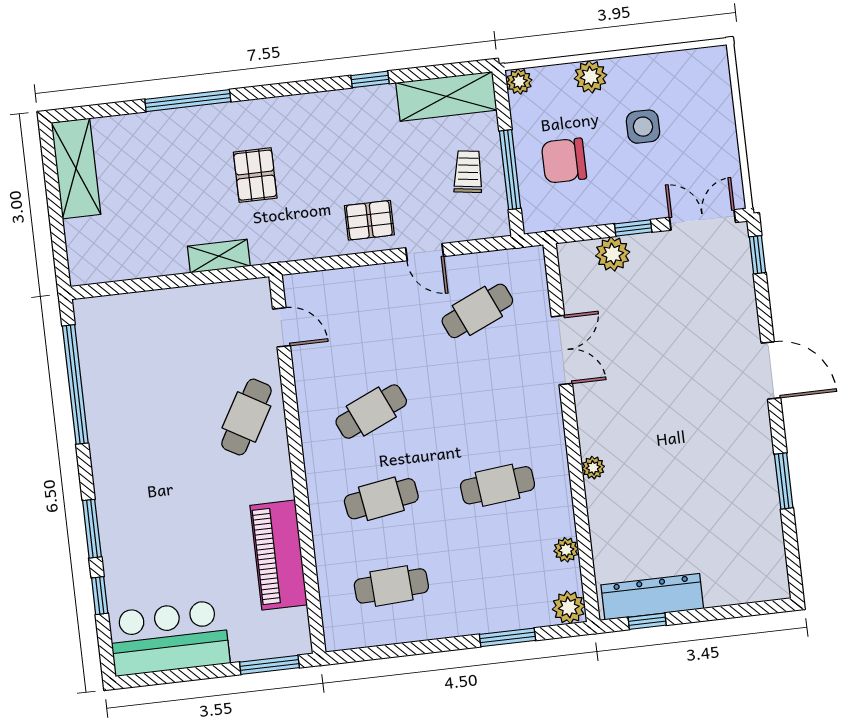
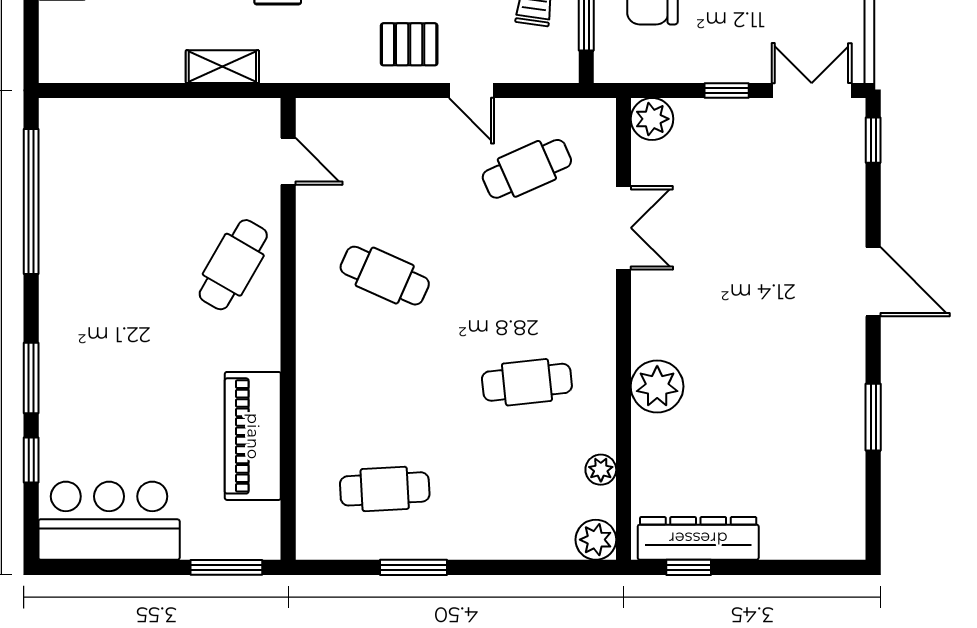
plant: (613, 254) -> (652, 119), moved
cafe table: (371, 412) -> (385, 276), turned 48
plant: (593, 468) -> (657, 386), width x1.88, depth x1.88
cafe table: (381, 499) -> (385, 382), removed
window: (507, 637) -> (413, 567), moved

